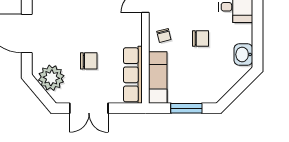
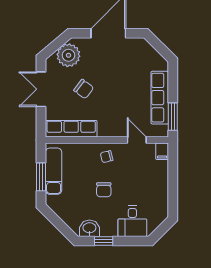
window: (258, 39) -> (104, 241), added
chair: (89, 61) -> (84, 89), turned -53
exam couch: (158, 78) -> (54, 171), moved, turned -90

